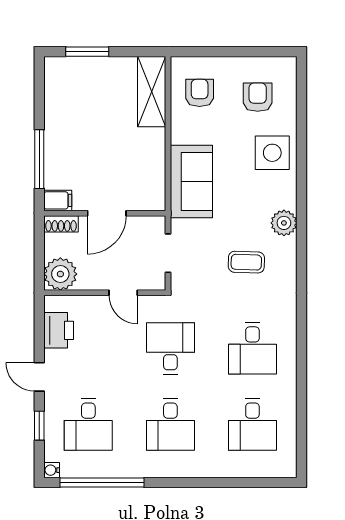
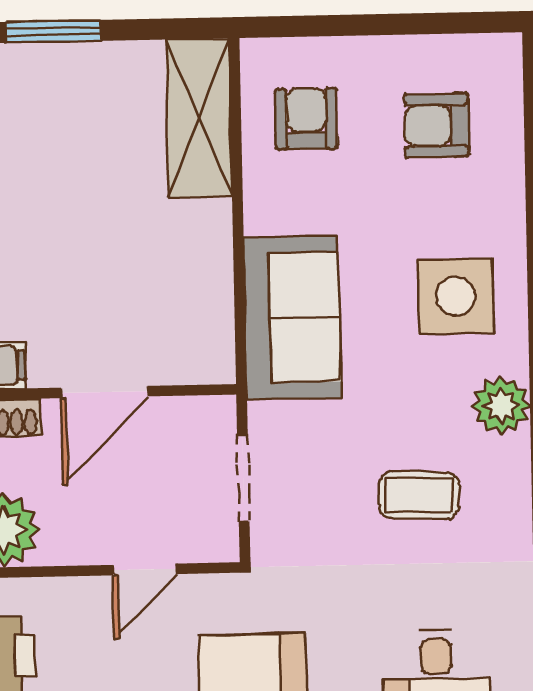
armchair: (258, 97) -> (436, 126), turned -90
side table: (272, 153) -> (455, 296), moved
door: (123, 293) -> (145, 569), hinge flipped

